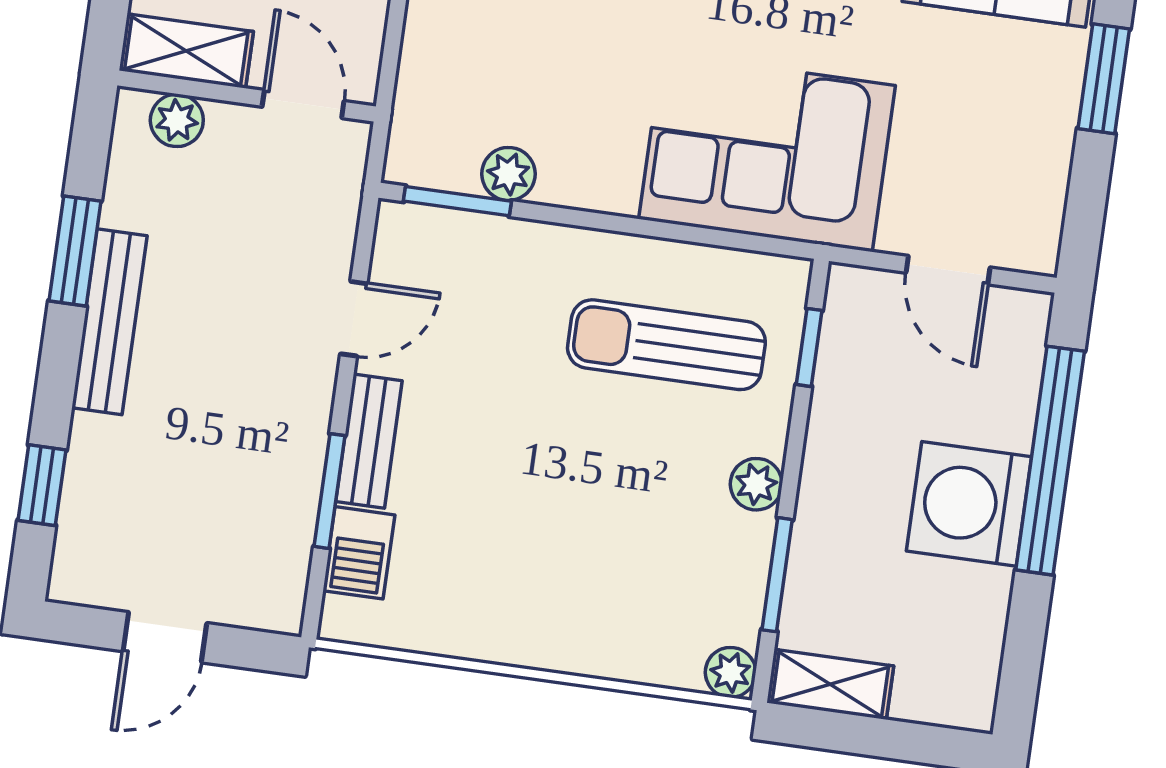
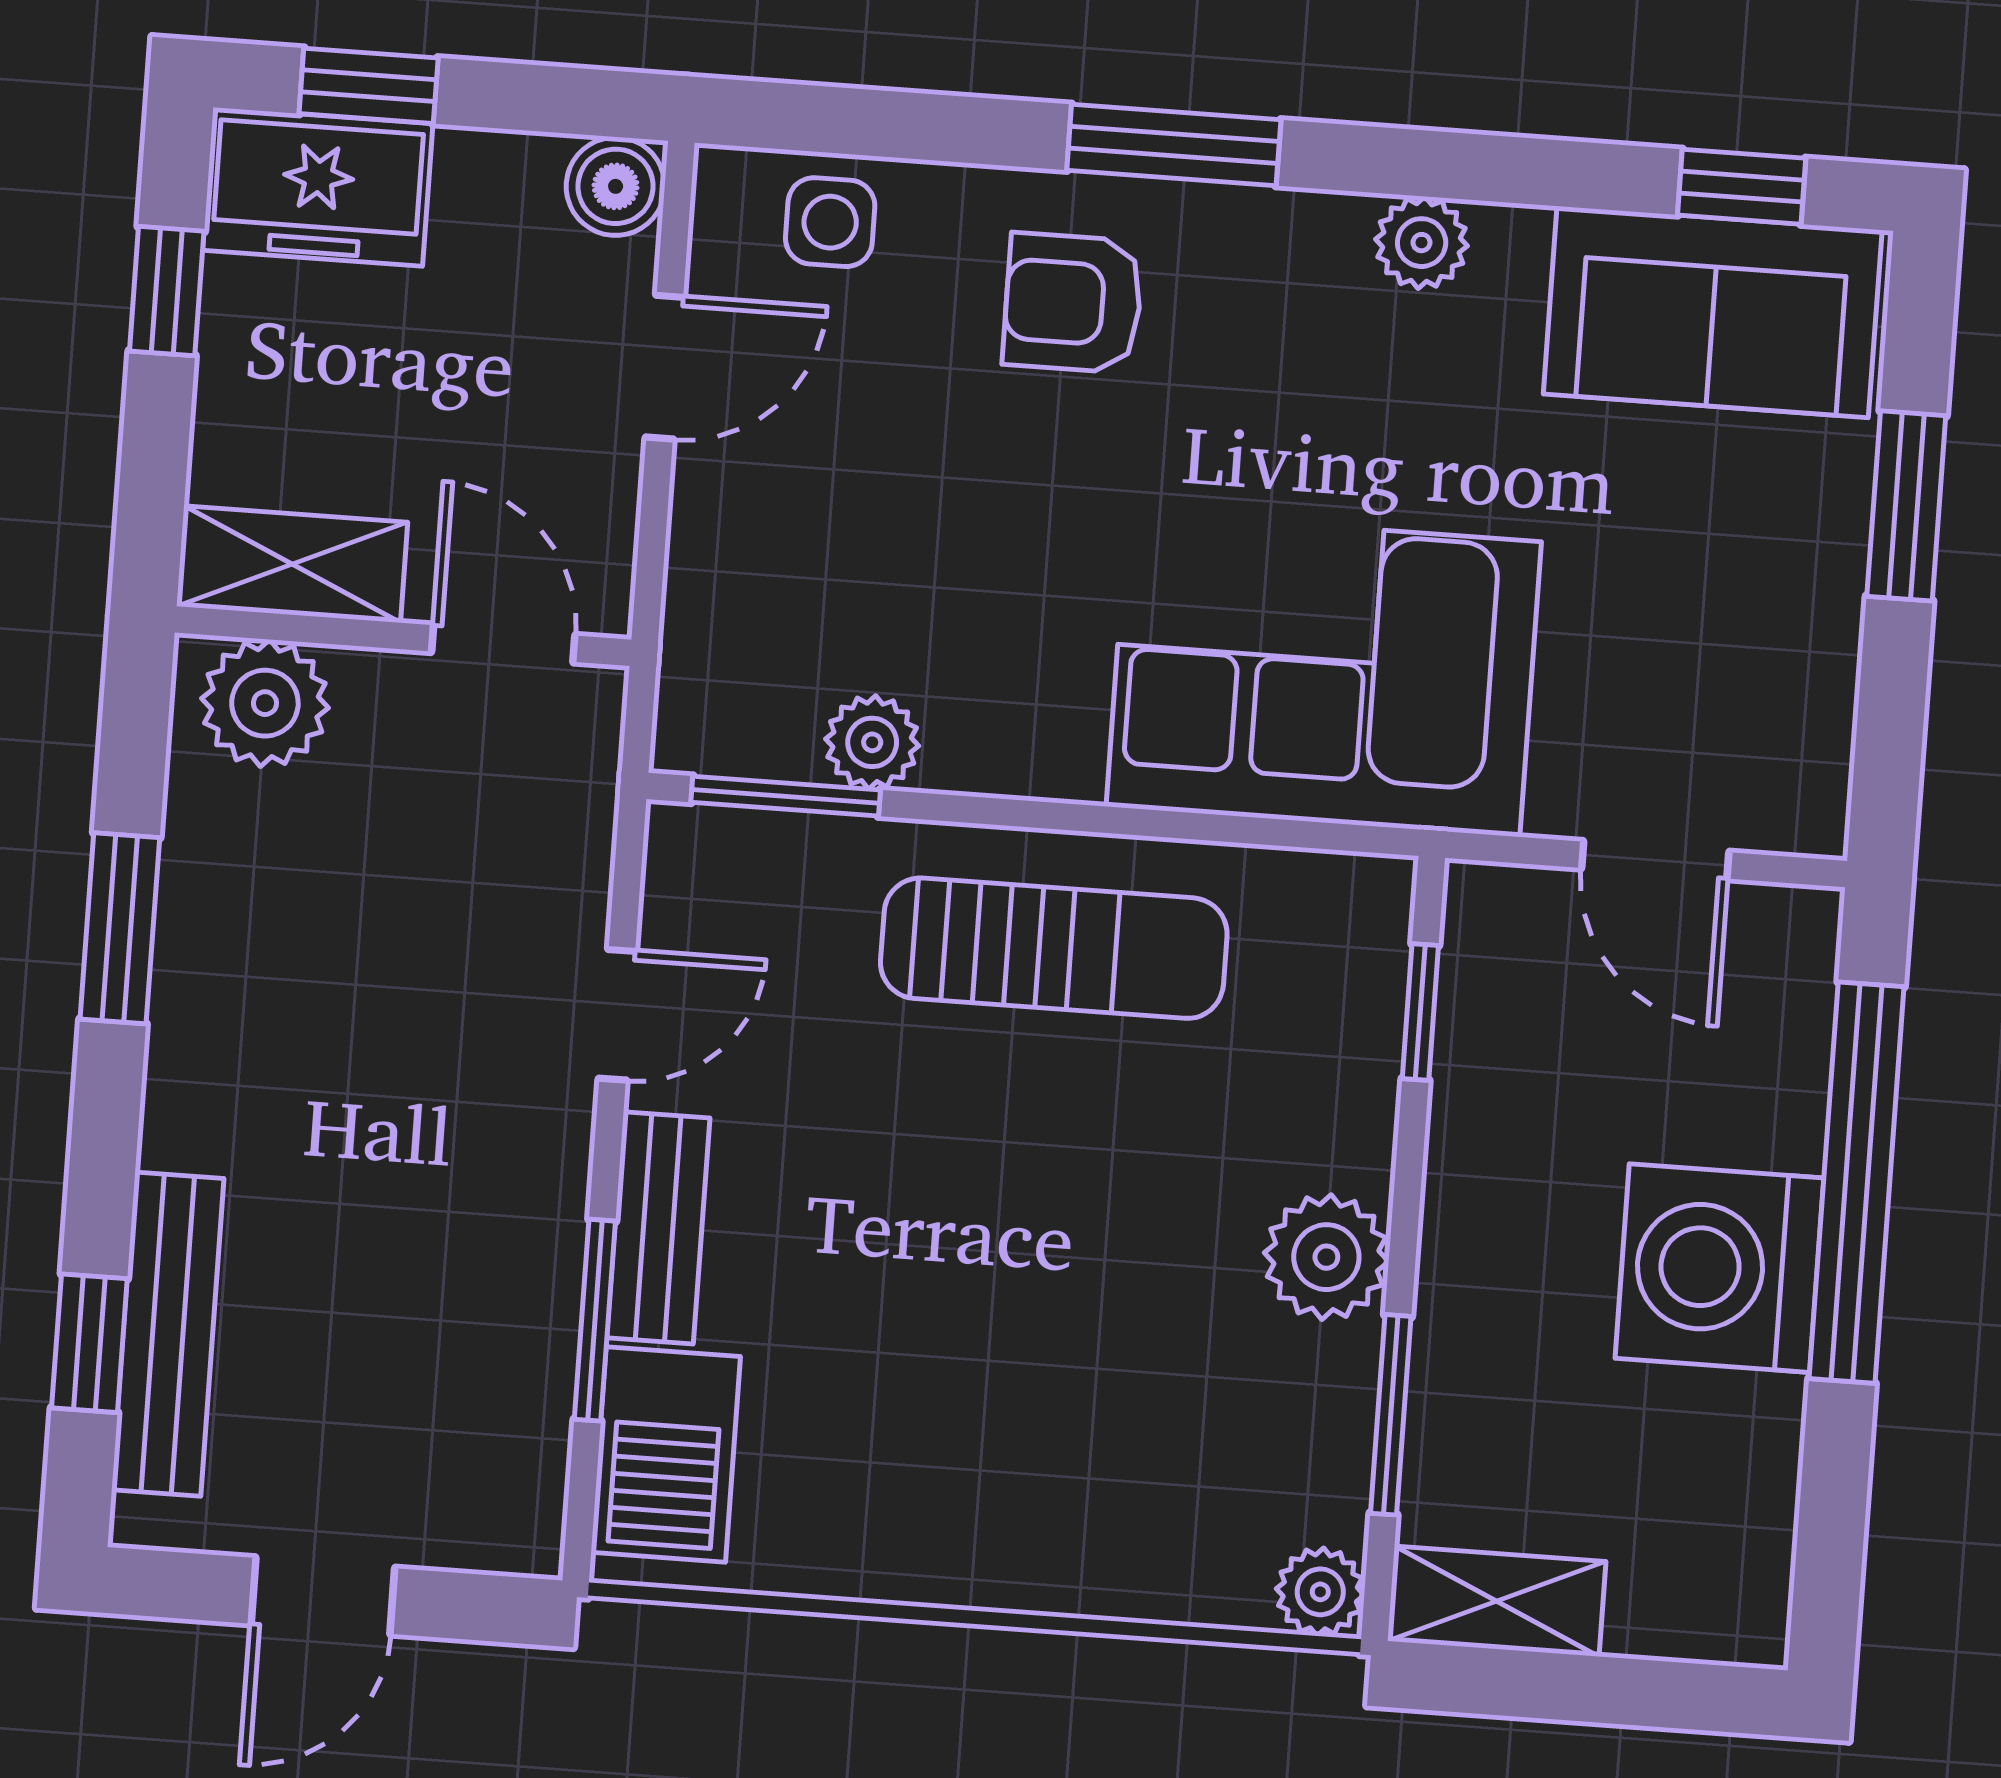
plant: (177, 120) -> (265, 703), width x1.38, depth x1.38
bench: (109, 322) -> (168, 1334), moved
sun lounger: (666, 345) -> (1054, 948), moved, turned 180
plant: (756, 484) -> (1326, 1257), width x1.38, depth x1.38
barbecue: (359, 553) -> (666, 1454), width x1.38, depth x1.27

